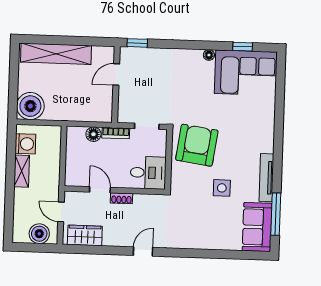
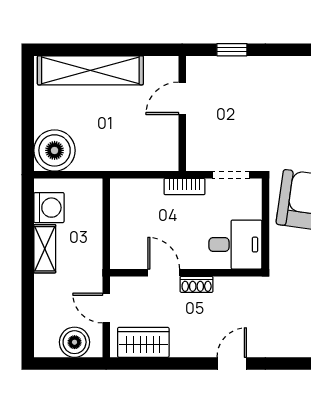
window: (137, 43) -> (232, 50), moved
floor lamp: (93, 134) -> (151, 190), removed

